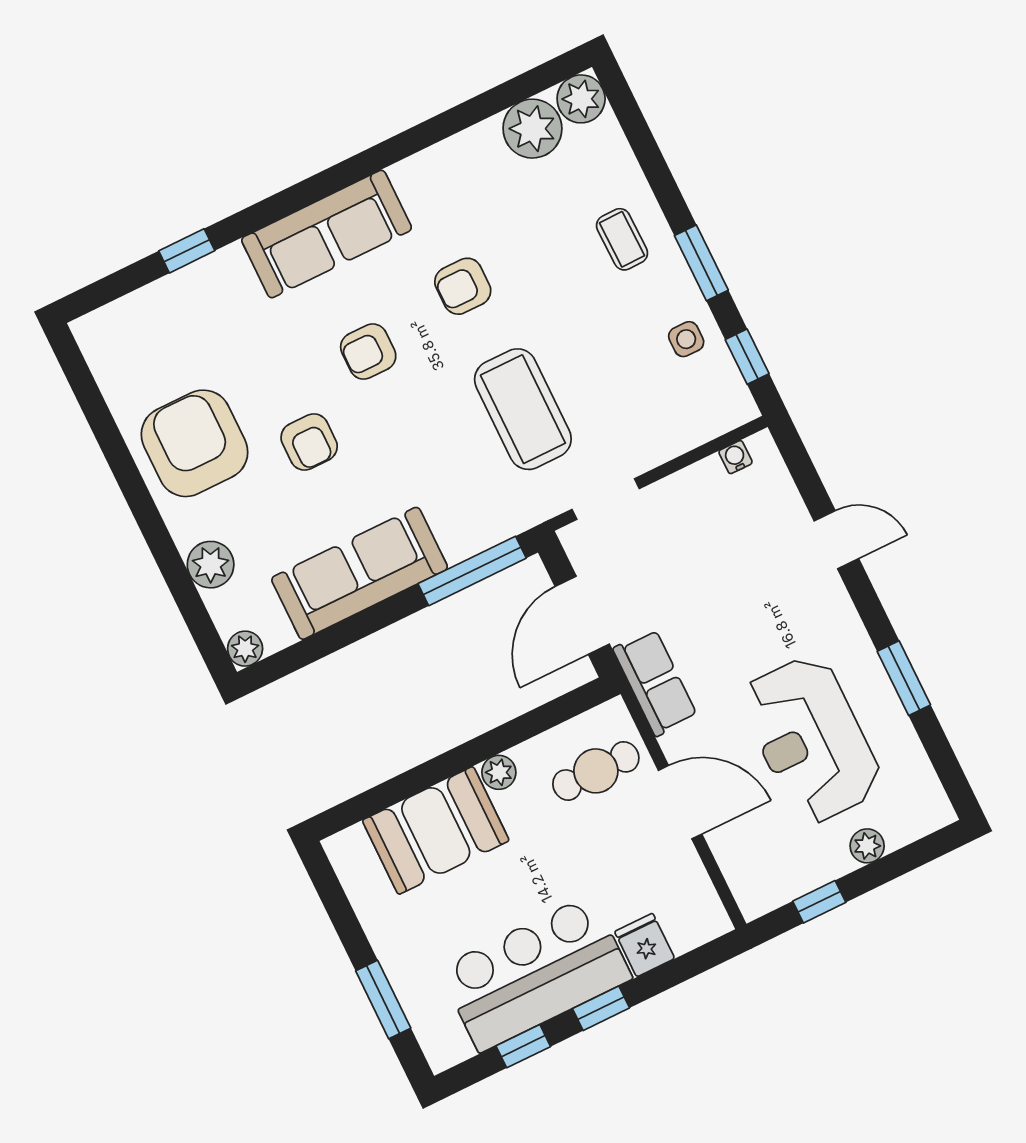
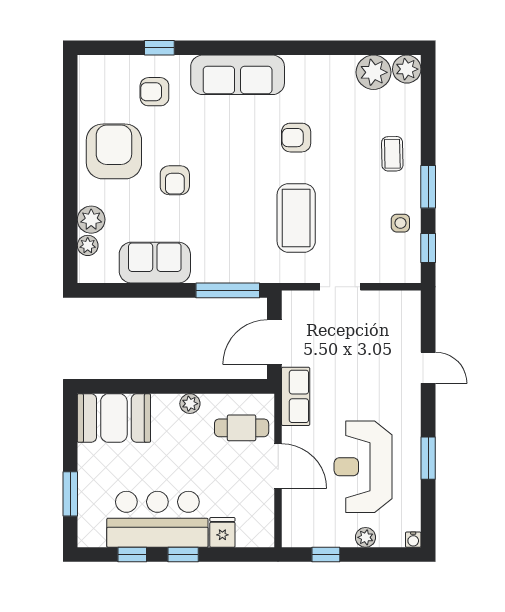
armchair: (368, 352) -> (154, 92), moved
water cooler: (735, 457) -> (413, 540), moved, turned 180
doorway: (606, 499) -> (340, 287), moved
sofa: (360, 573) -> (155, 263), width x0.73
plant: (245, 649) -> (88, 245), moved
booth: (436, 830) -> (114, 418), moved

